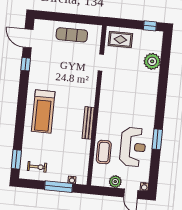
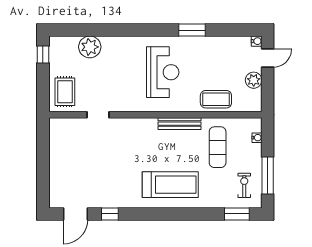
exercise mat: (72, 35) -> (218, 147), moved
reception desk: (133, 147) -> (163, 72), moved, turned 90
window: (59, 187) -> (268, 176), moved

